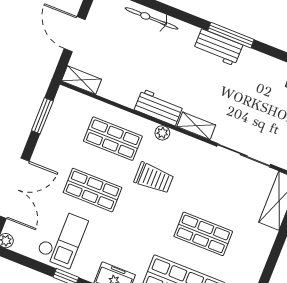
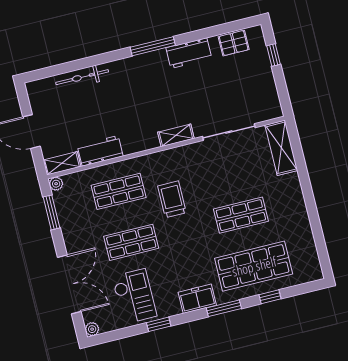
workbench: (218, 47) -> (189, 53), moved
workbench: (159, 107) -> (100, 151), moved
plant: (162, 133) -> (56, 184), moved
trolley: (154, 178) -> (172, 199), turned -90

